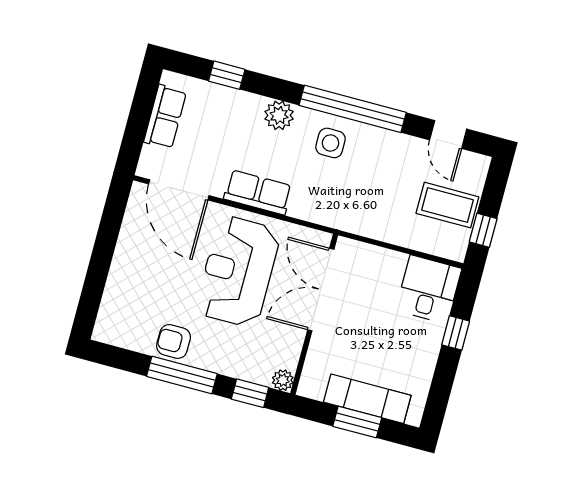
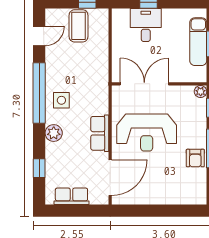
double door: (321, 289) -> (144, 84), swing flipped
desk: (429, 289) -> (146, 25), moved, turned 90

